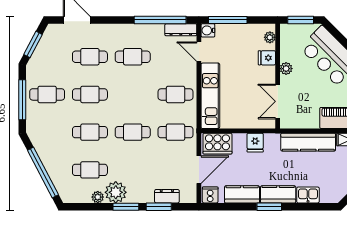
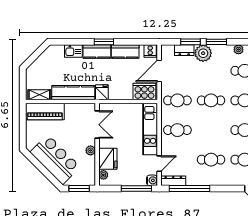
door: (199, 52) -> (159, 164), hinge flipped
fridge: (267, 58) -> (108, 159), width x1.88, depth x1.34
fridge: (255, 143) -> (102, 92), moved
plant: (116, 192) -> (203, 53), moved

